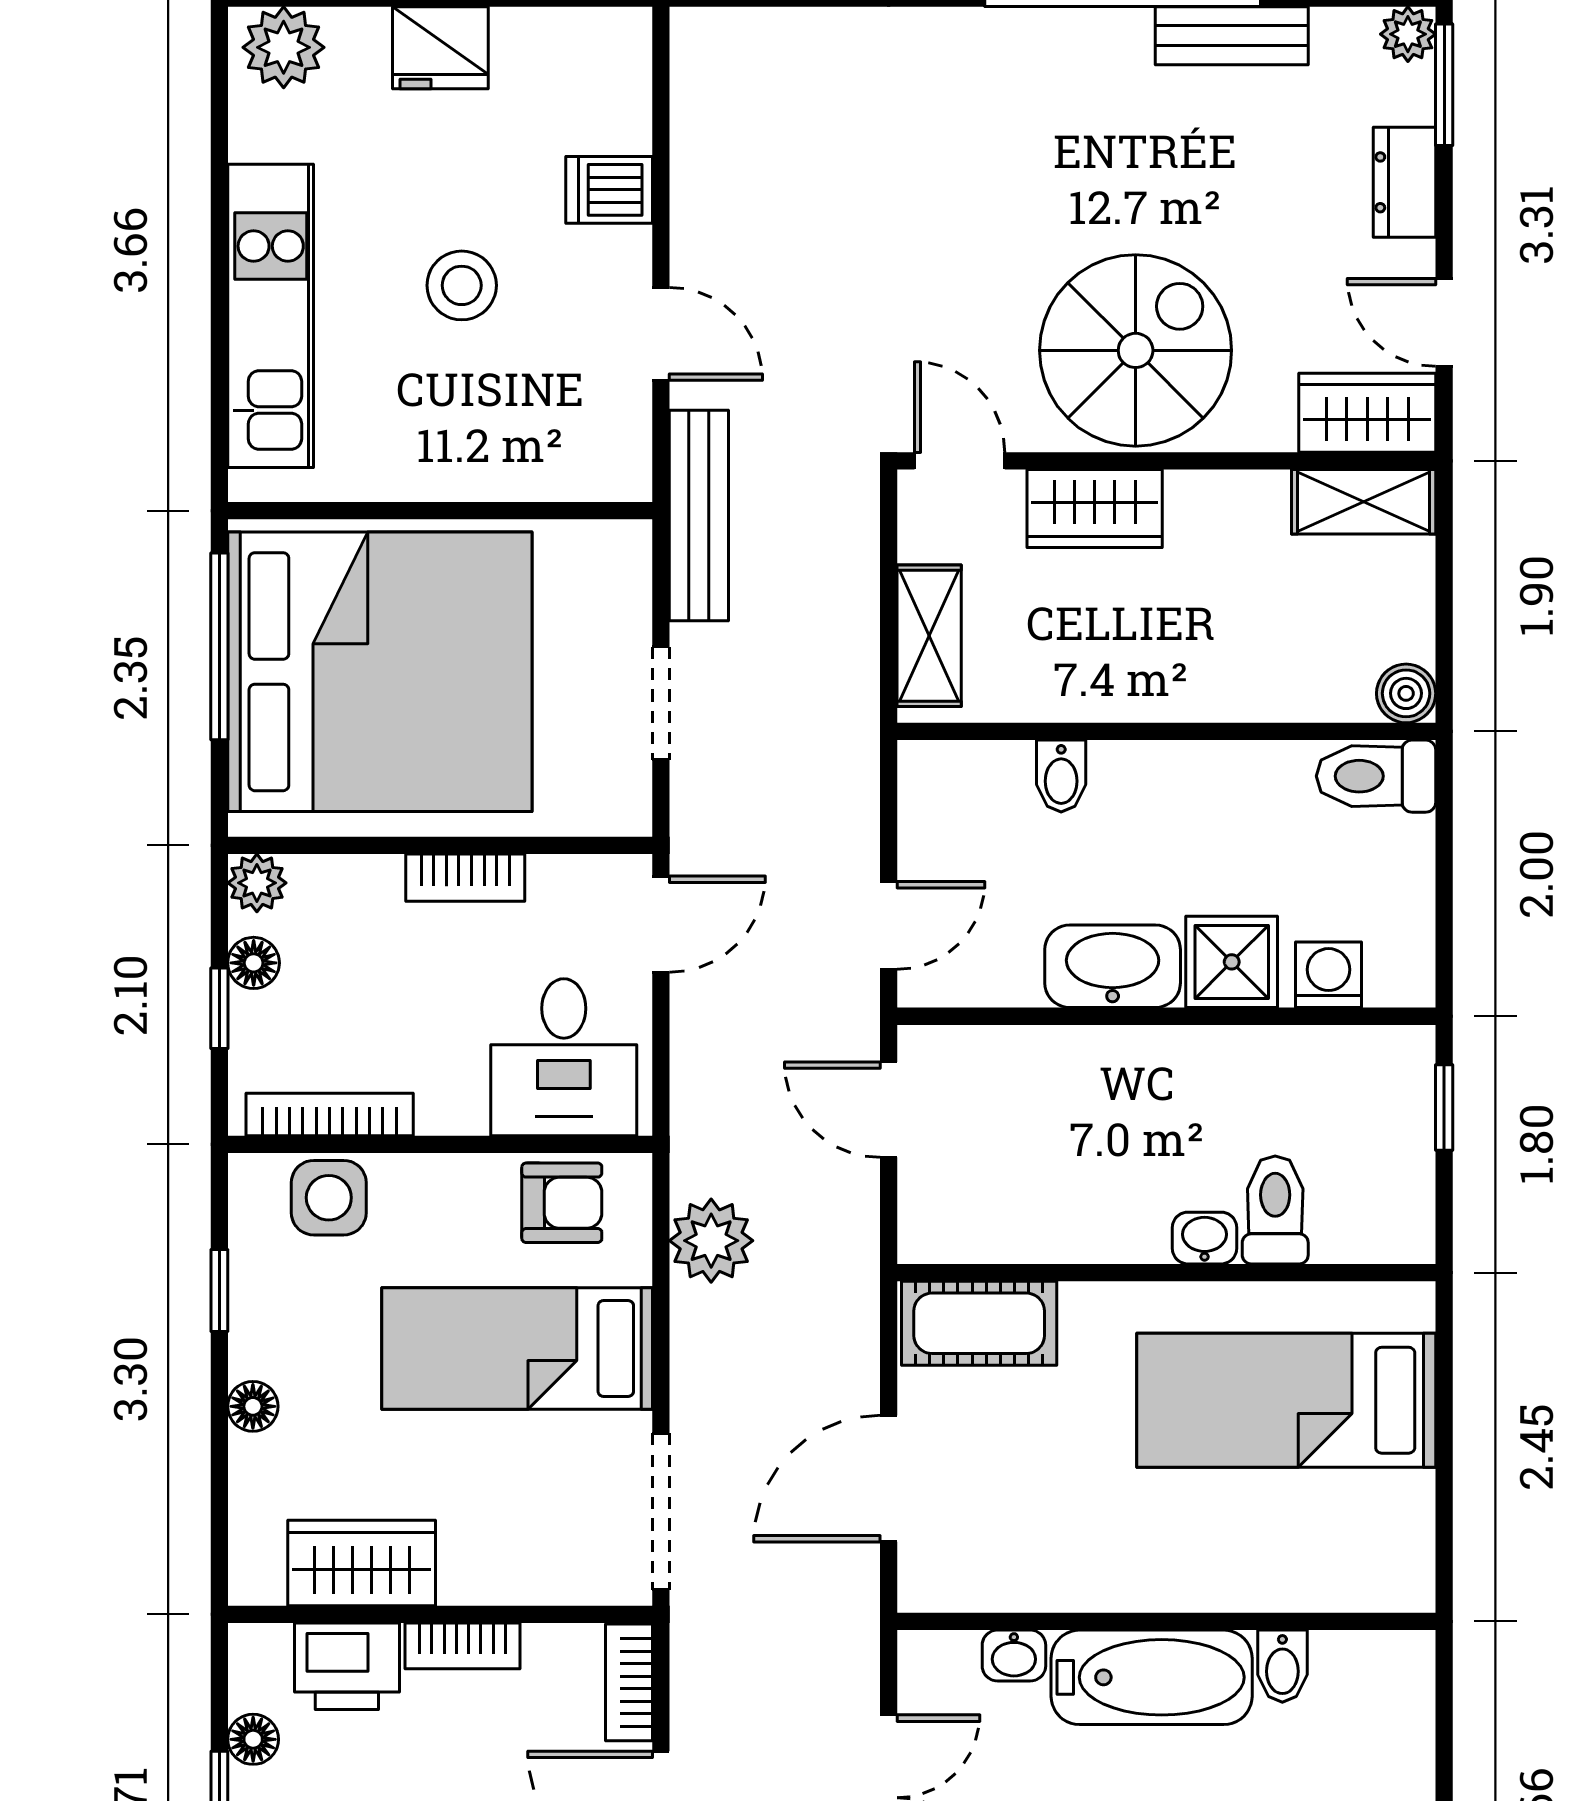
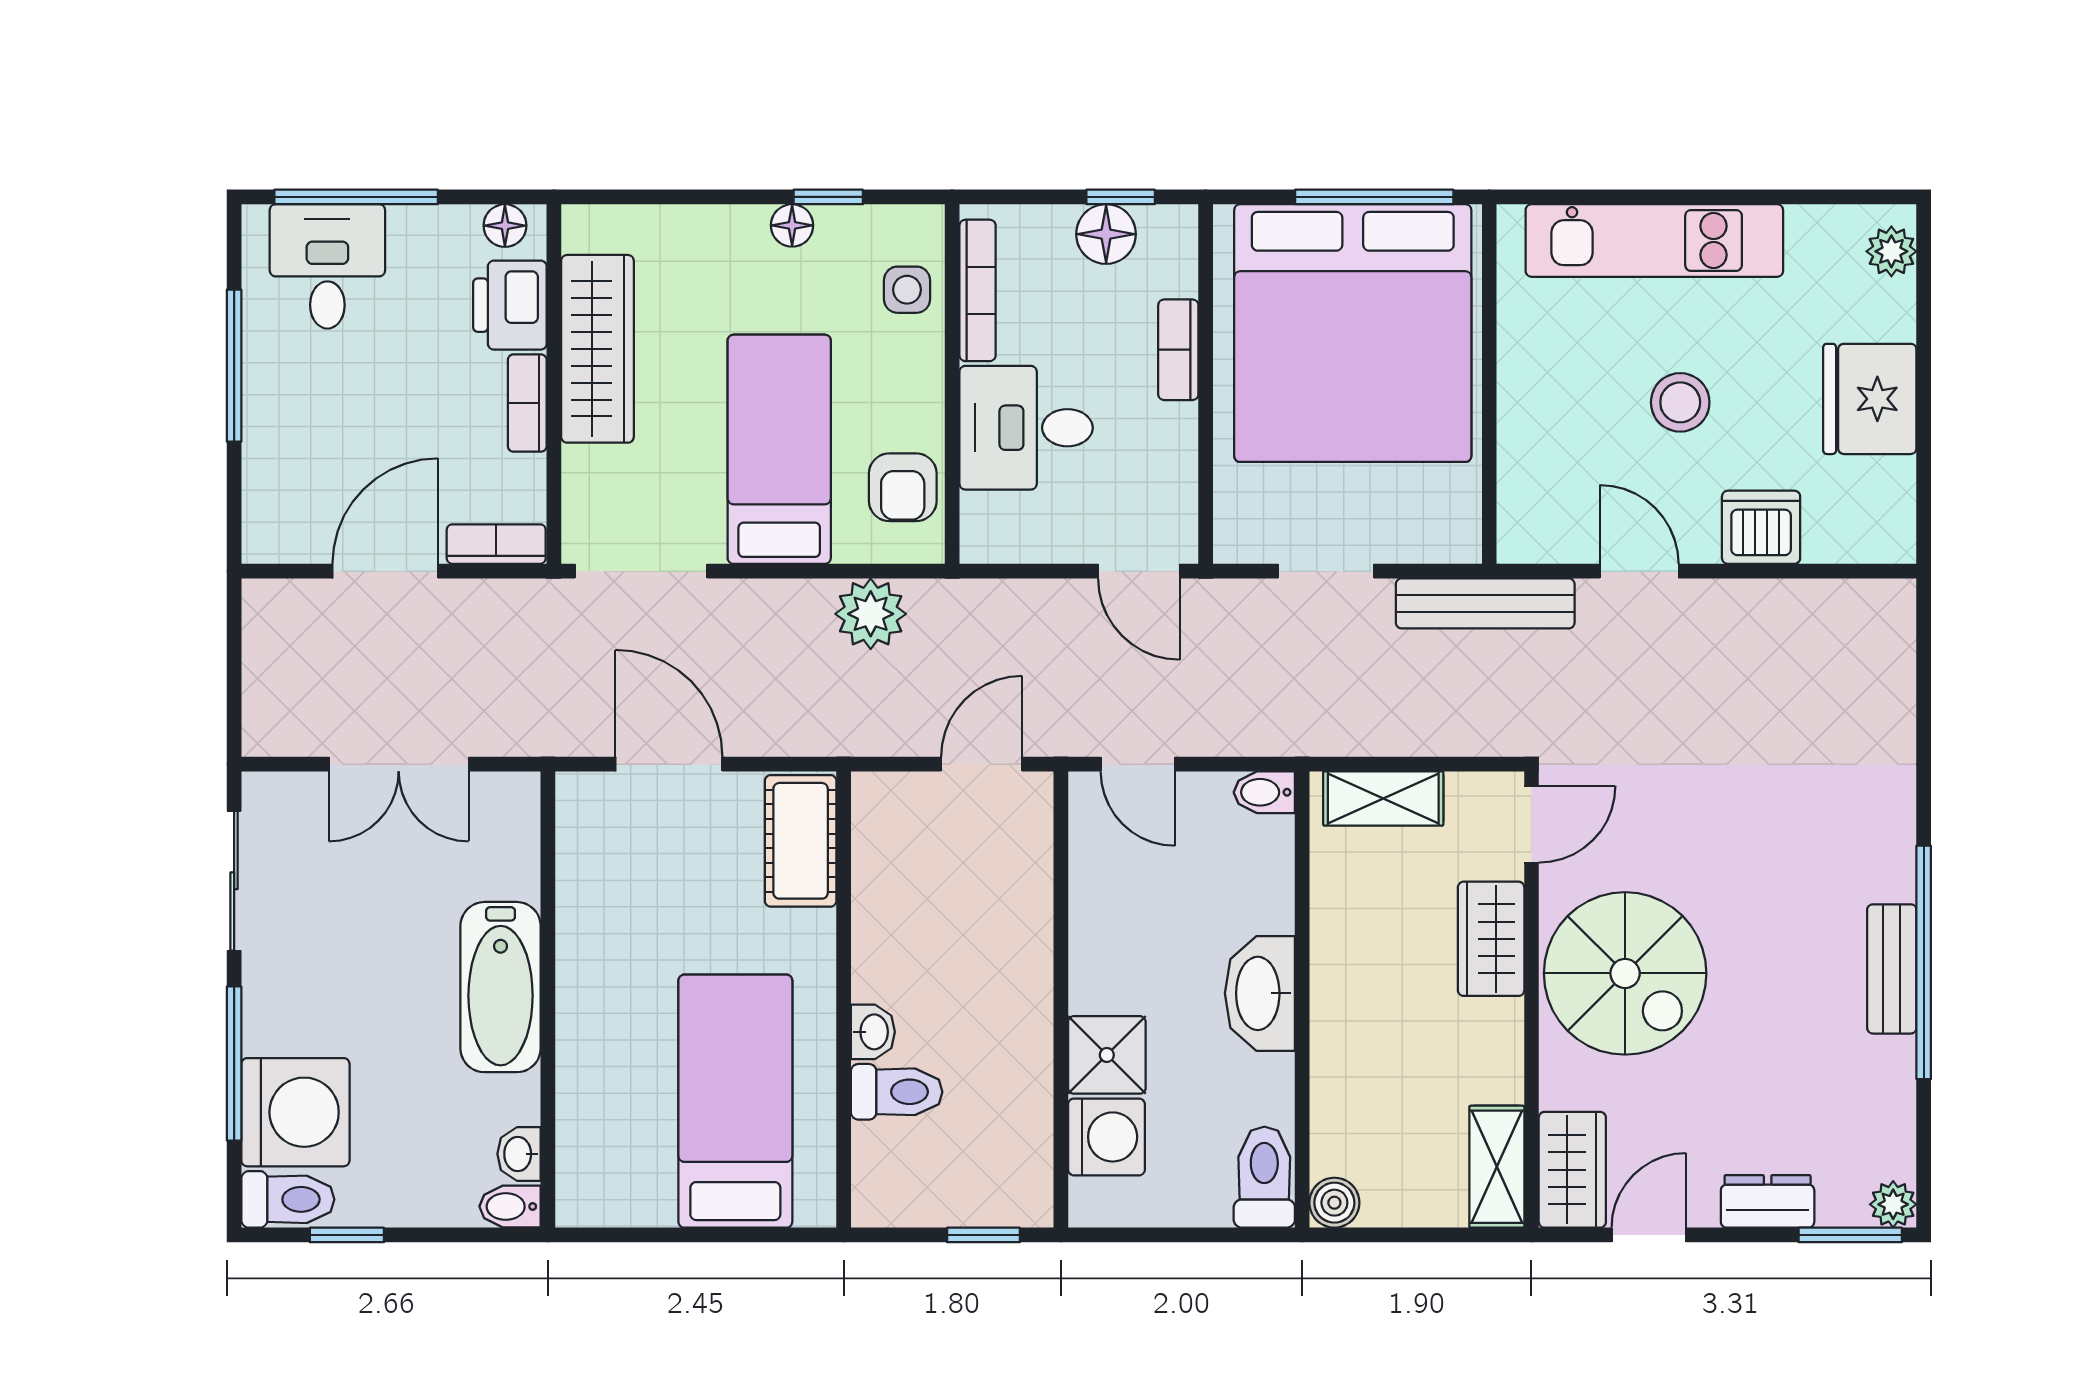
bench: (1232, 36) -> (1892, 969), moved
plant: (284, 47) -> (1891, 251), width x0.73, depth x0.73
fridge: (440, 48) -> (1870, 399), width x1.36, depth x1.34
dishwasher: (609, 190) -> (1761, 527), width x1.38
door: (661, 334) -> (1639, 571), swing flipped
bidet: (1061, 776) -> (1264, 792), moved
bookcase: (465, 878) -> (1178, 350), moved
plant: (257, 883) -> (1174, 229), removed
floor lamp: (254, 963) -> (1106, 234), width x1.37, depth x1.37
washbasin: (1113, 966) -> (1260, 993), moved, turned 180
washing machine: (1329, 975) -> (1106, 1137), width x1.38, depth x1.38
window: (219, 1008) -> (1121, 197), moved
desk: (564, 1057) -> (1026, 428), moved
side table: (329, 1198) -> (907, 290), width x0.73, depth x0.73
floor lamp: (253, 1406) -> (792, 225), moved
wardrobe: (362, 1563) -> (597, 349), width x1.50
washbasin: (1014, 1656) -> (519, 1154), moved
bidet: (1282, 1666) -> (510, 1206), moved
floor lamp: (253, 1739) -> (505, 226), moved

